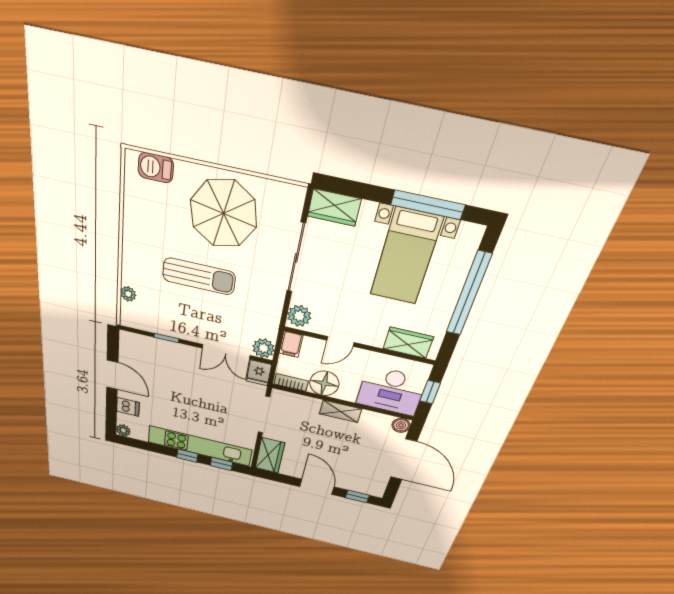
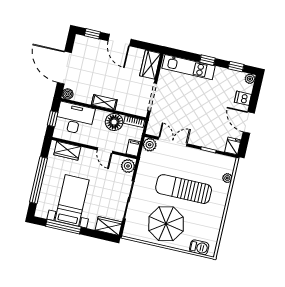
sun lounger: (199, 276) -> (184, 189), width x1.36, depth x1.34
door: (340, 341) -> (105, 151), swing flipped
fridge: (259, 373) -> (233, 146), moved
kitchen unit: (200, 446) -> (189, 67), width x0.73
window: (221, 464) -> (236, 67), moved

